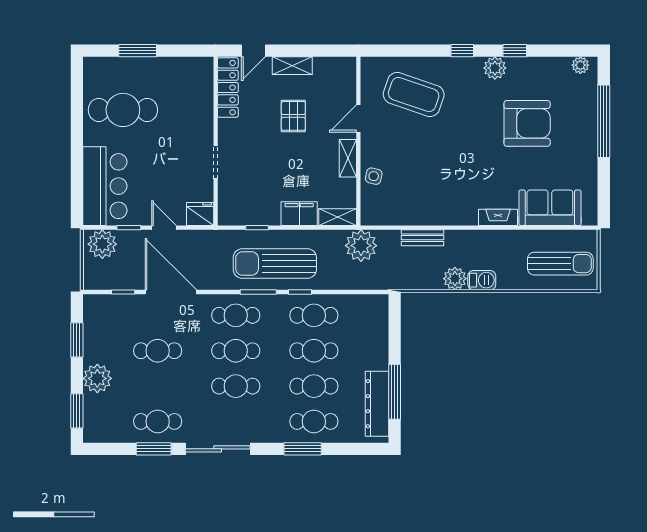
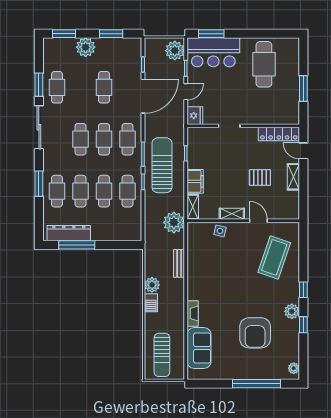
window: (138, 51) -> (303, 88), moved
window: (77, 189) -> (211, 34), added

